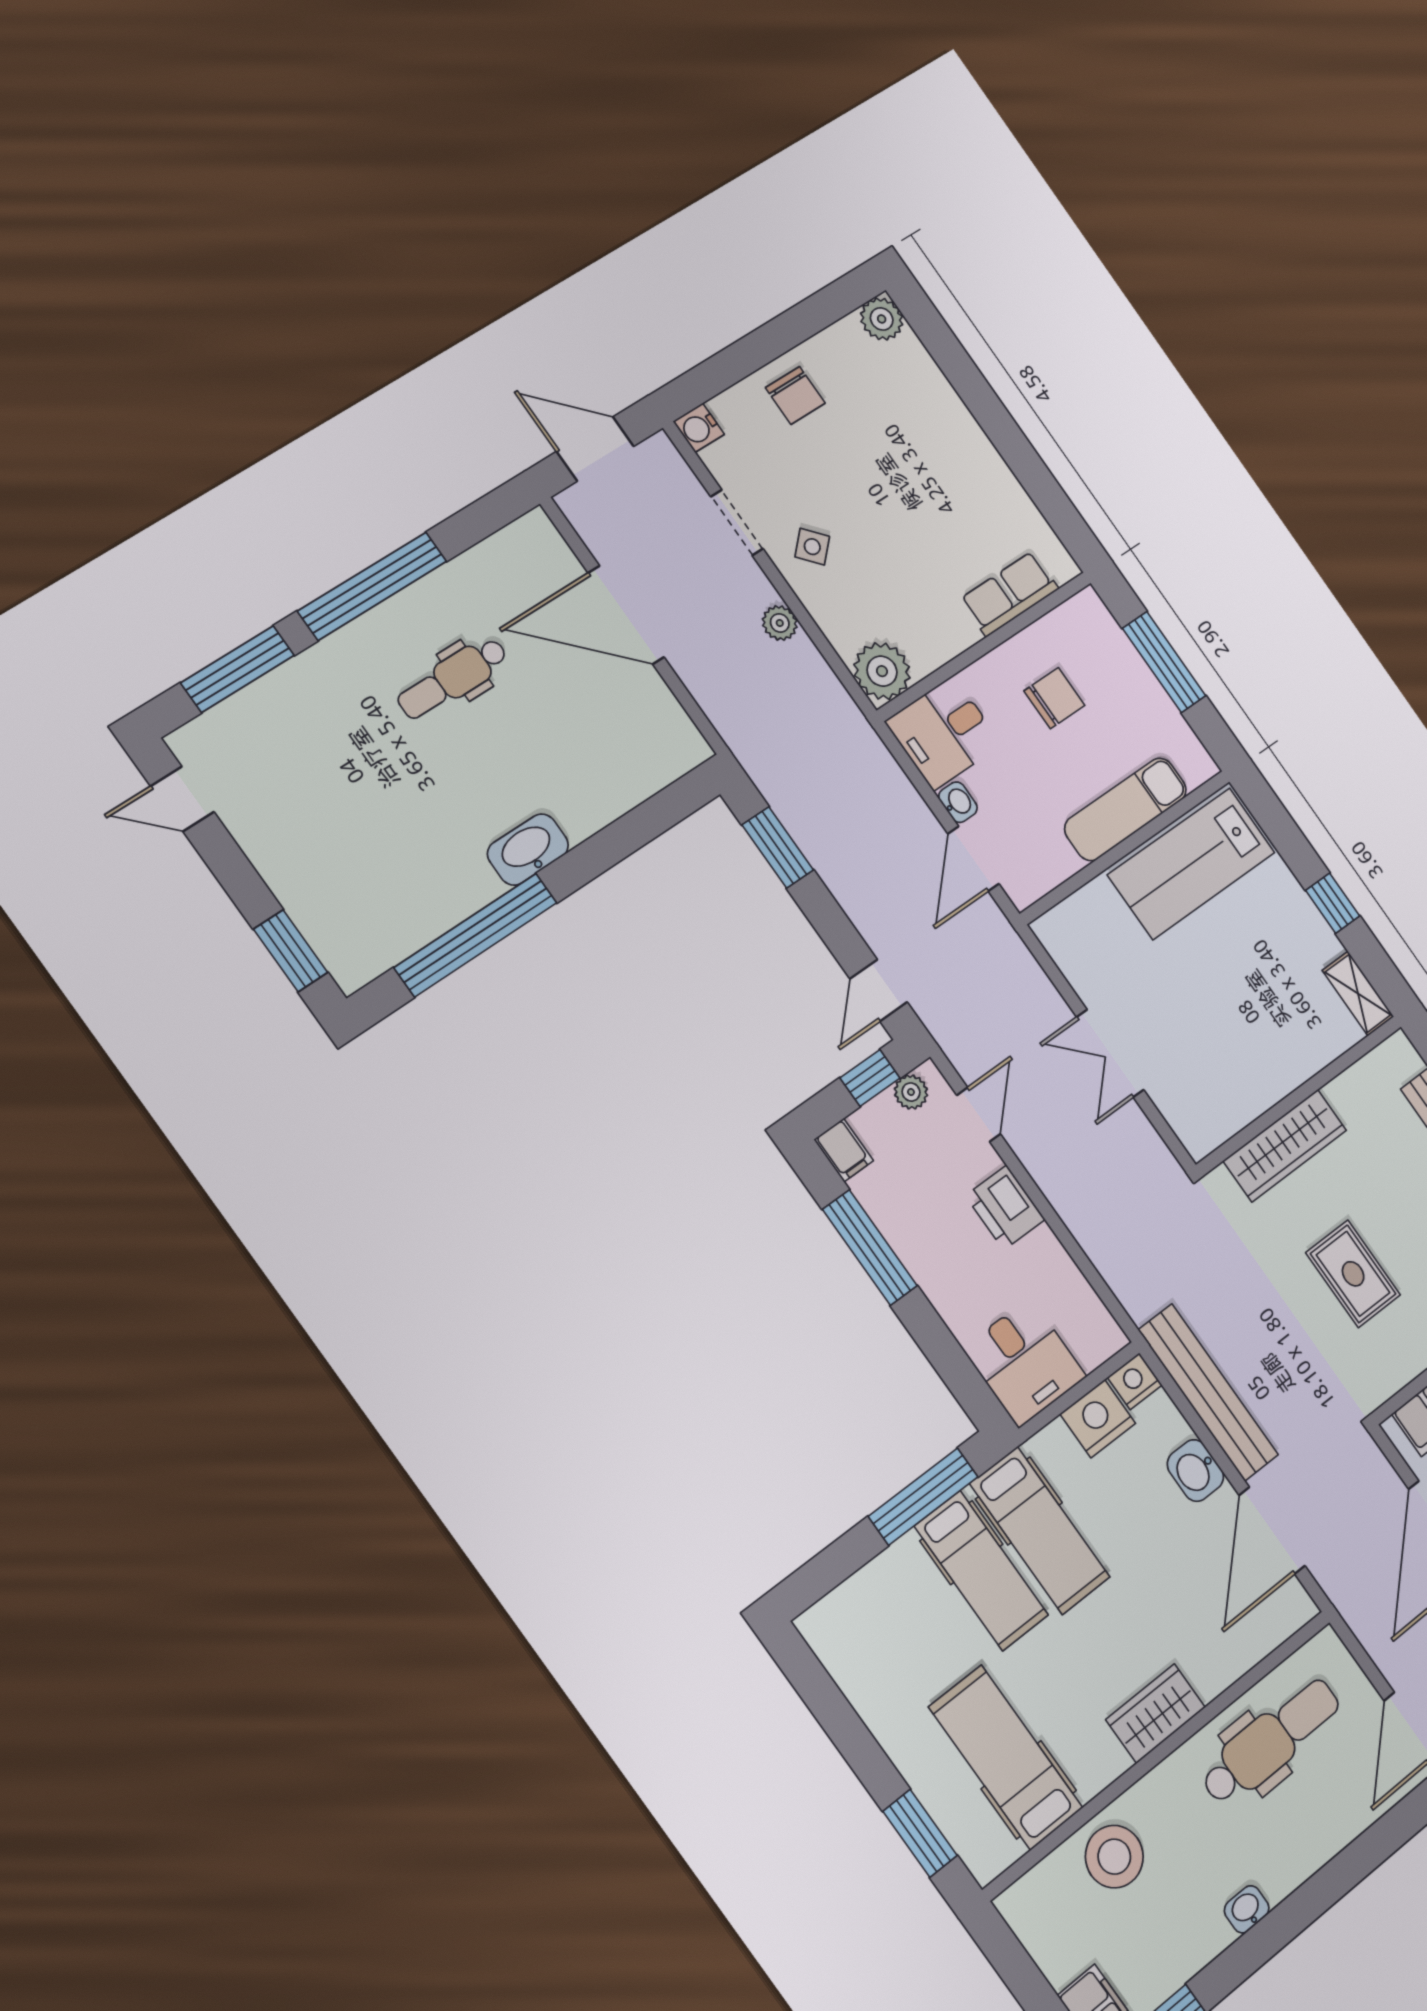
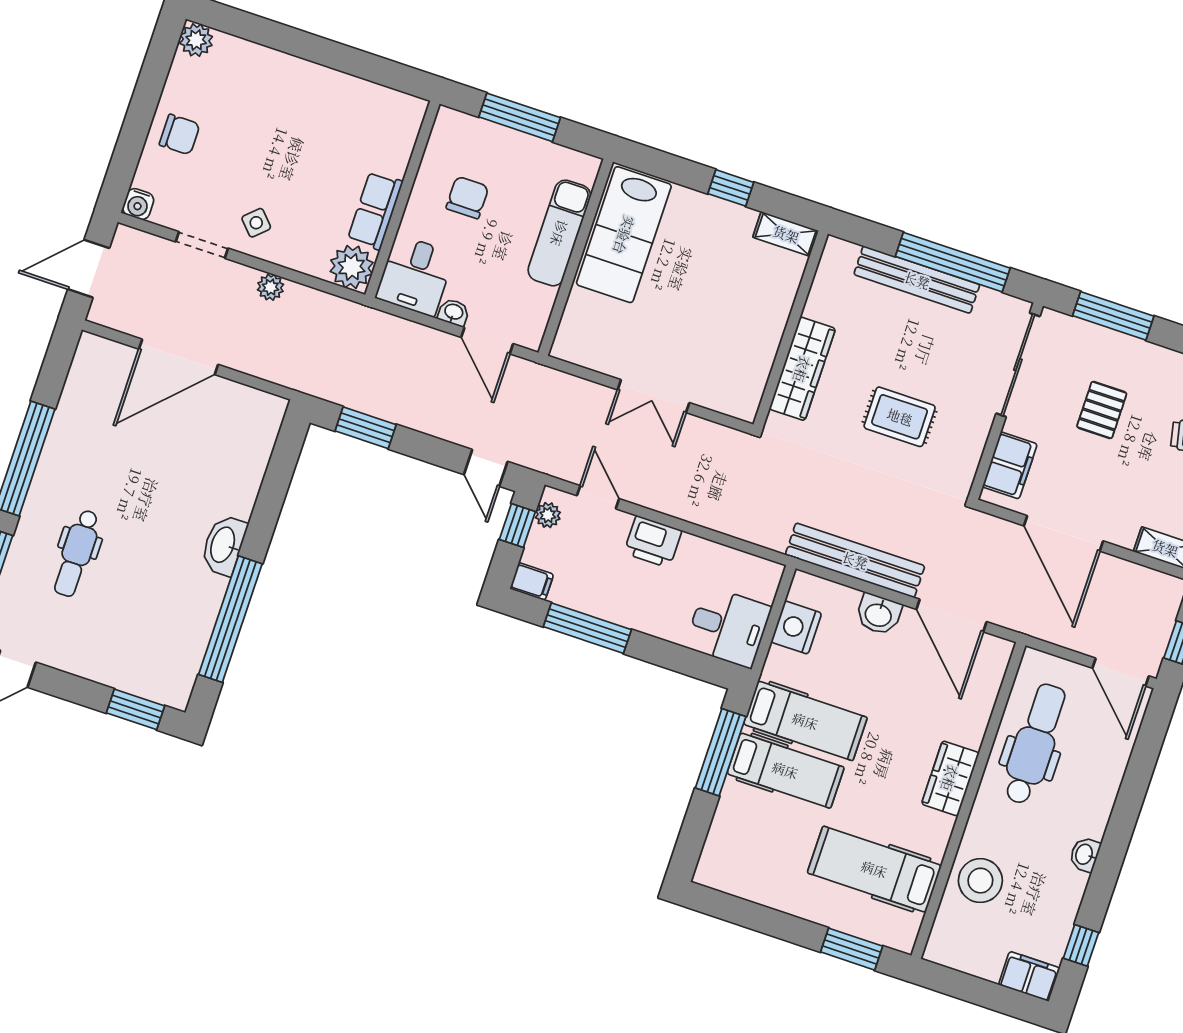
row of seats: (1009, 594) -> (375, 211), moved
dental chair: (453, 678) -> (77, 553), moved
nightstand: (1135, 1381) -> (804, 588), removed

